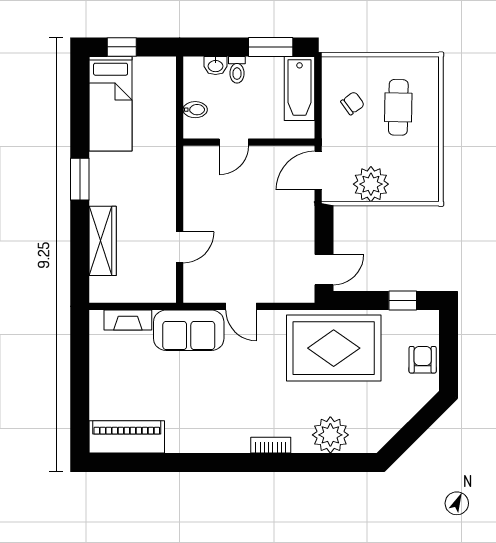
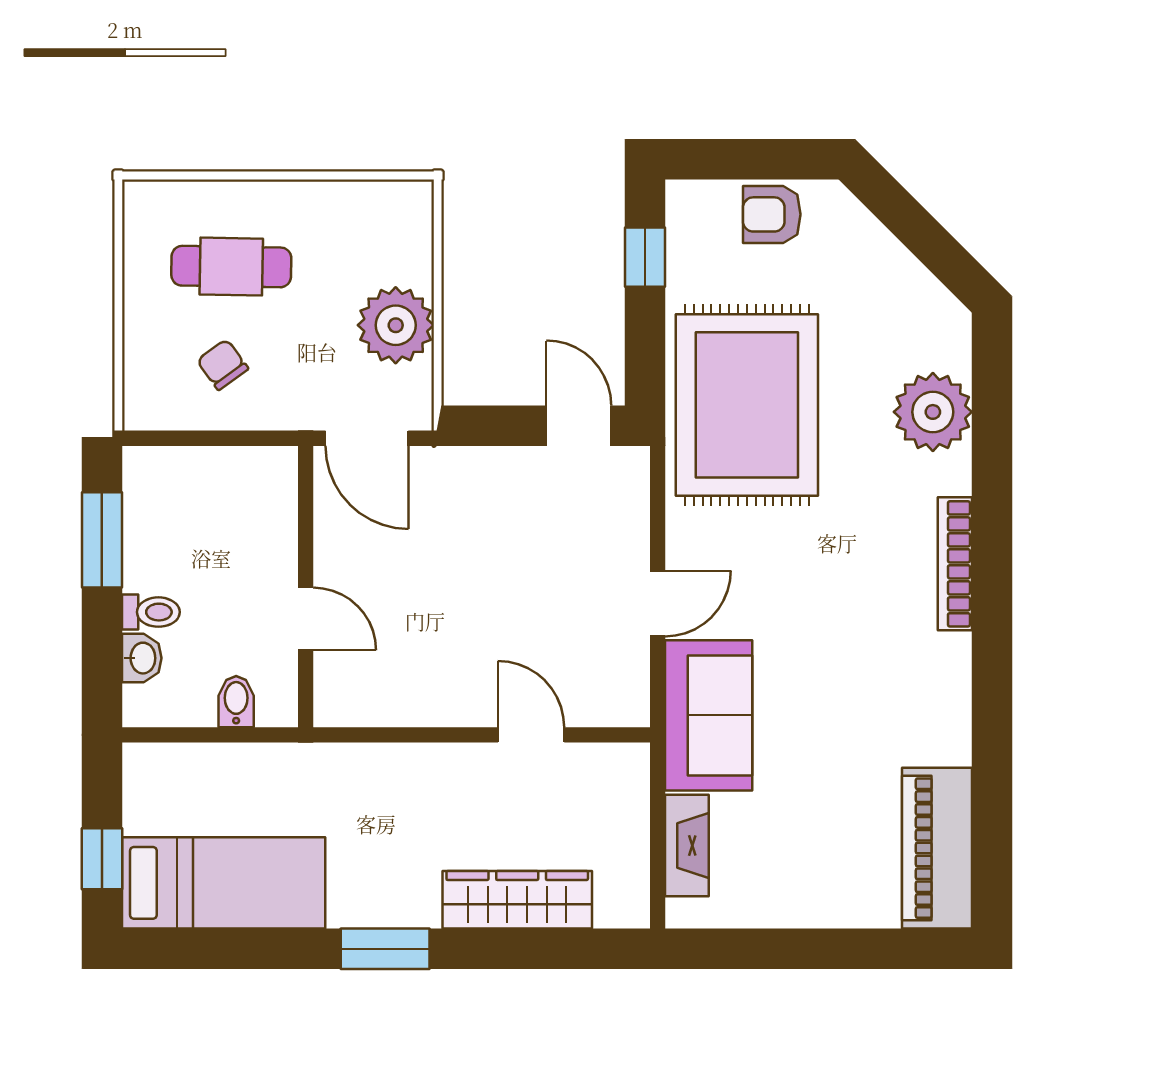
bathtub: (299, 88) -> (191, 478), removed
bookcase: (271, 445) -> (955, 564), width x1.56

